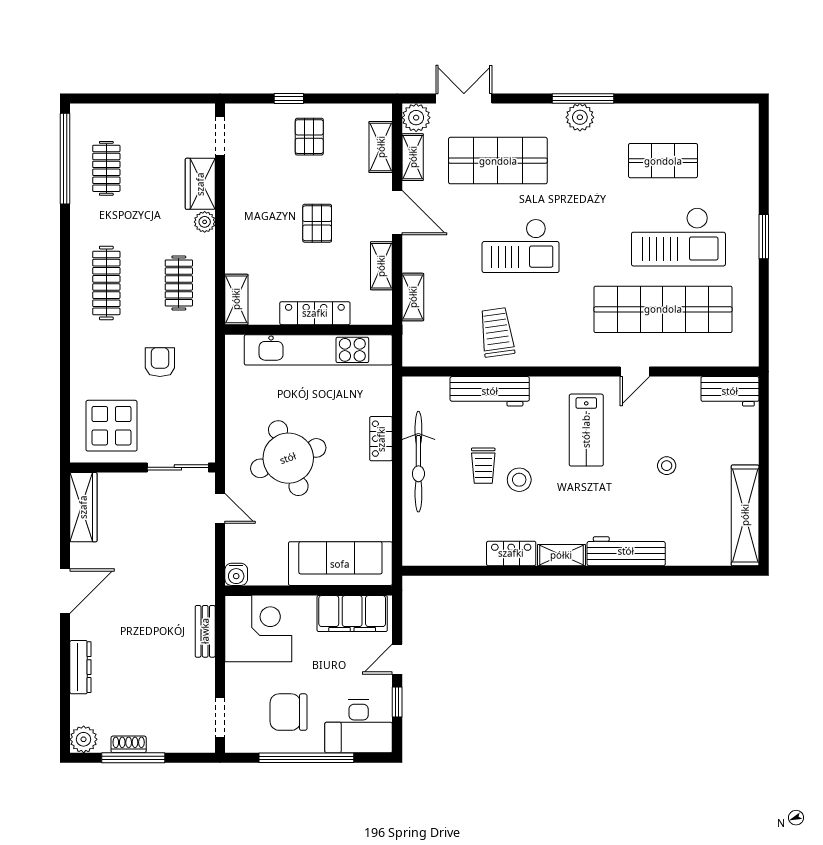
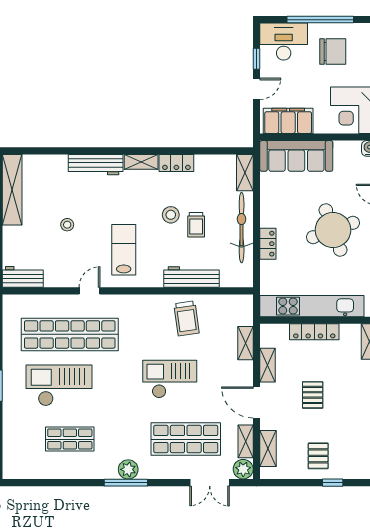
trolley: (483, 466) -> (196, 225), turned 180
shelving: (414, 540) -> (245, 173), added

